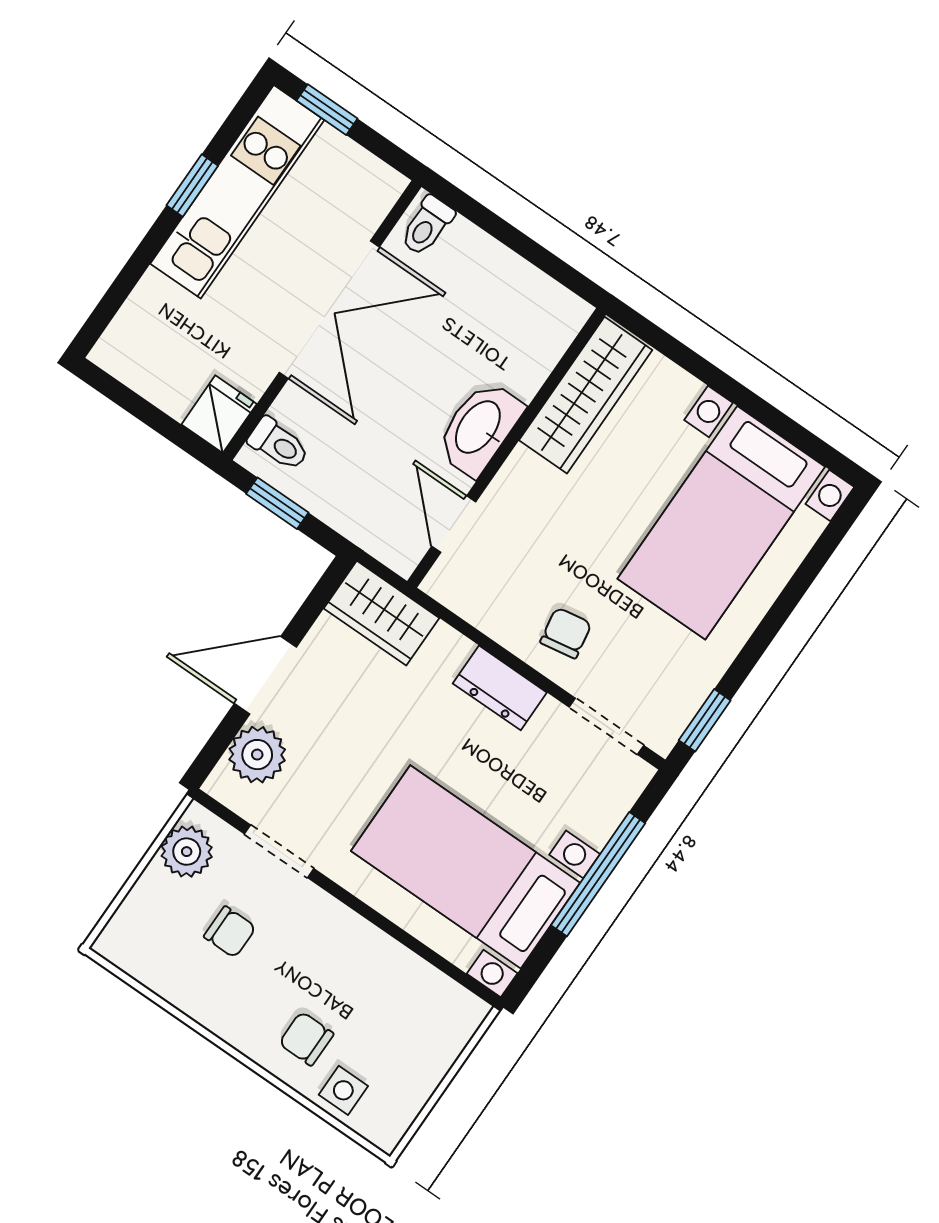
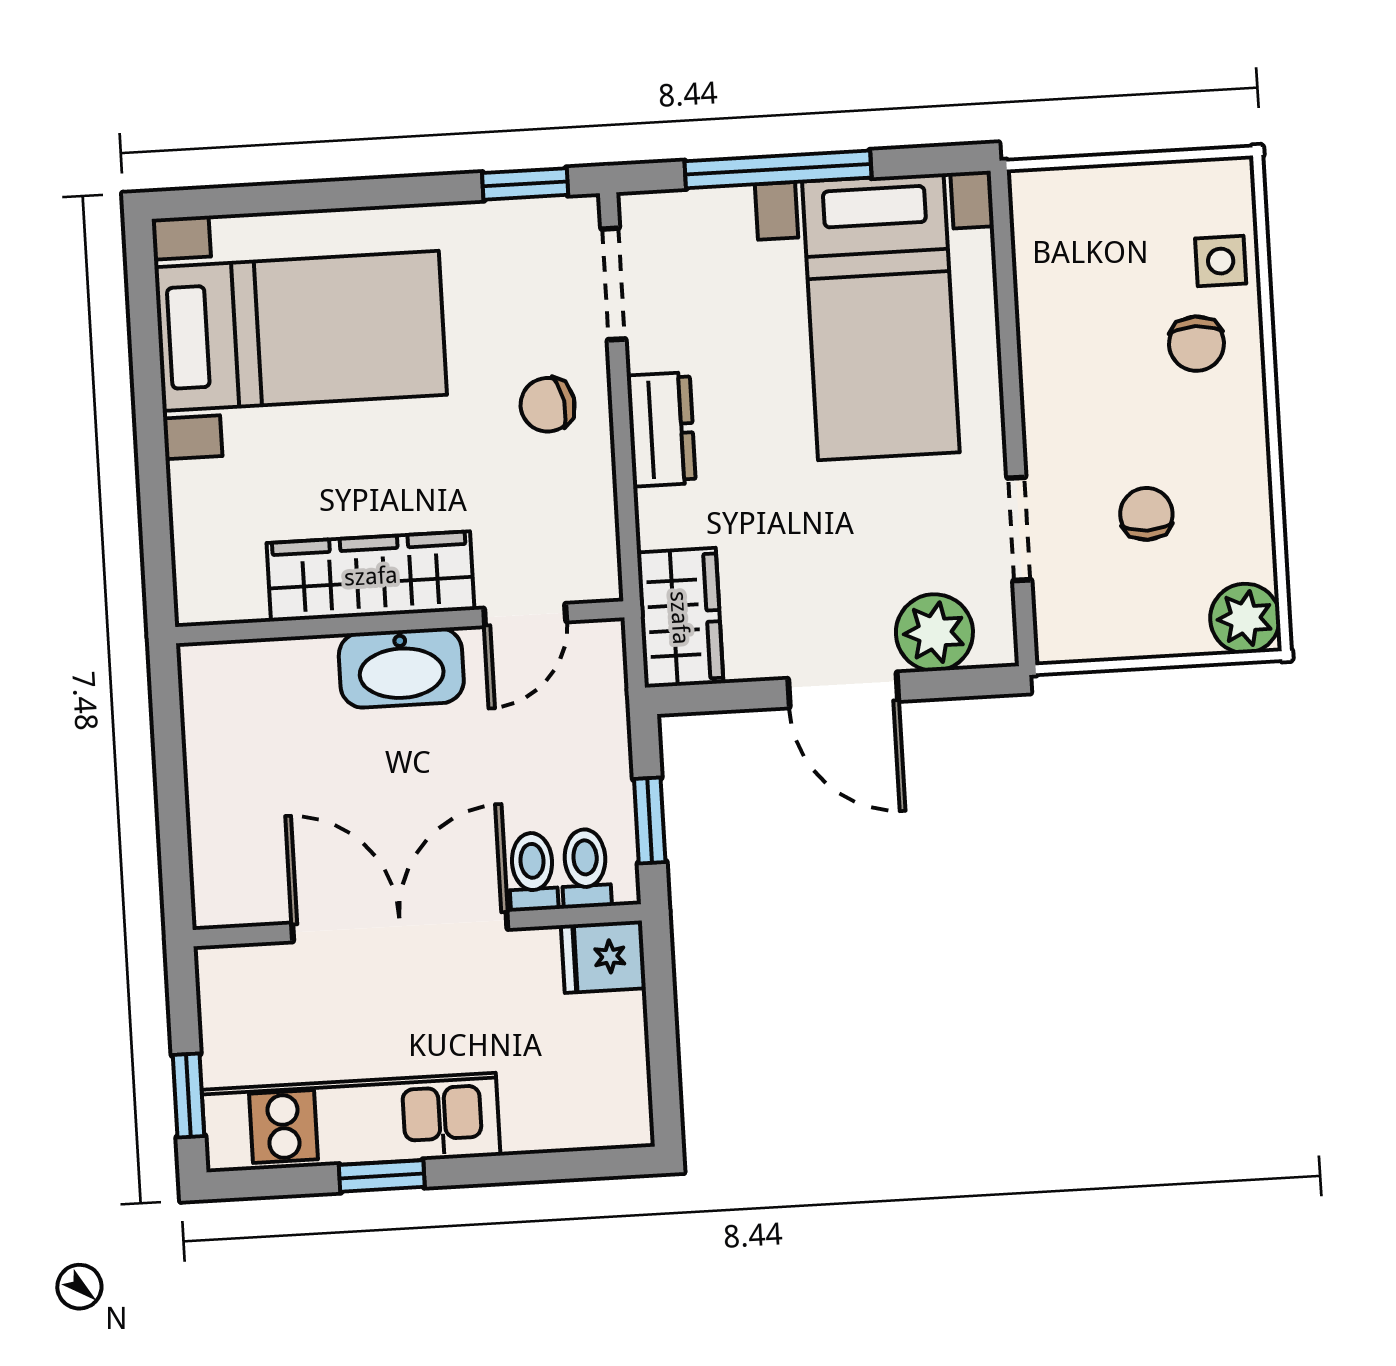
toilet: (427, 226) -> (533, 872), moved, turned -90
wardrobe: (586, 395) -> (371, 576), moved
plant: (187, 852) -> (1245, 618), moved

